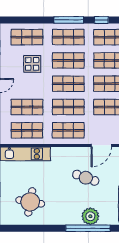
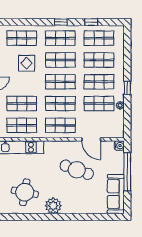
window: (69, 20) -> (61, 22), width x0.46
door: (101, 145) -> (91, 139), hinge flipped
cafe table: (86, 178) -> (77, 170), width x1.37, depth x1.35
plant: (90, 216) -> (53, 206), moved
window: (88, 228) -> (79, 217), removed

